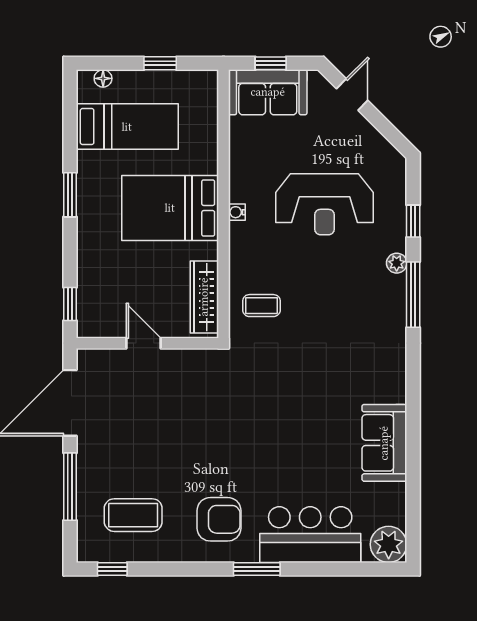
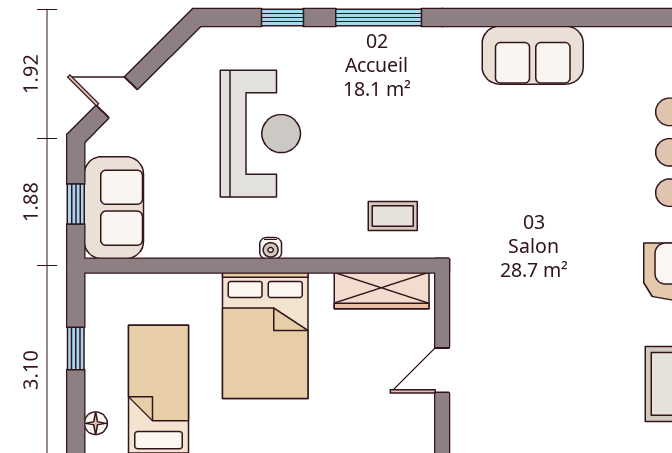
plant: (397, 263) -> (337, 39), removed
coffee table: (261, 306) -> (393, 216), turned 90
sofa: (384, 443) -> (533, 55), moved

